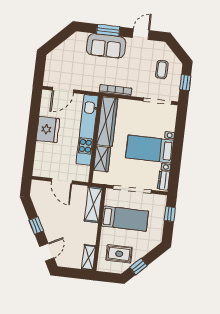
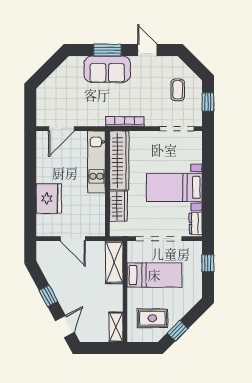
door: (141, 34) -> (147, 50), hinge flipped
fridge: (48, 129) -> (49, 199), moved
kitchen unit: (87, 130) -> (96, 162), width x0.73

